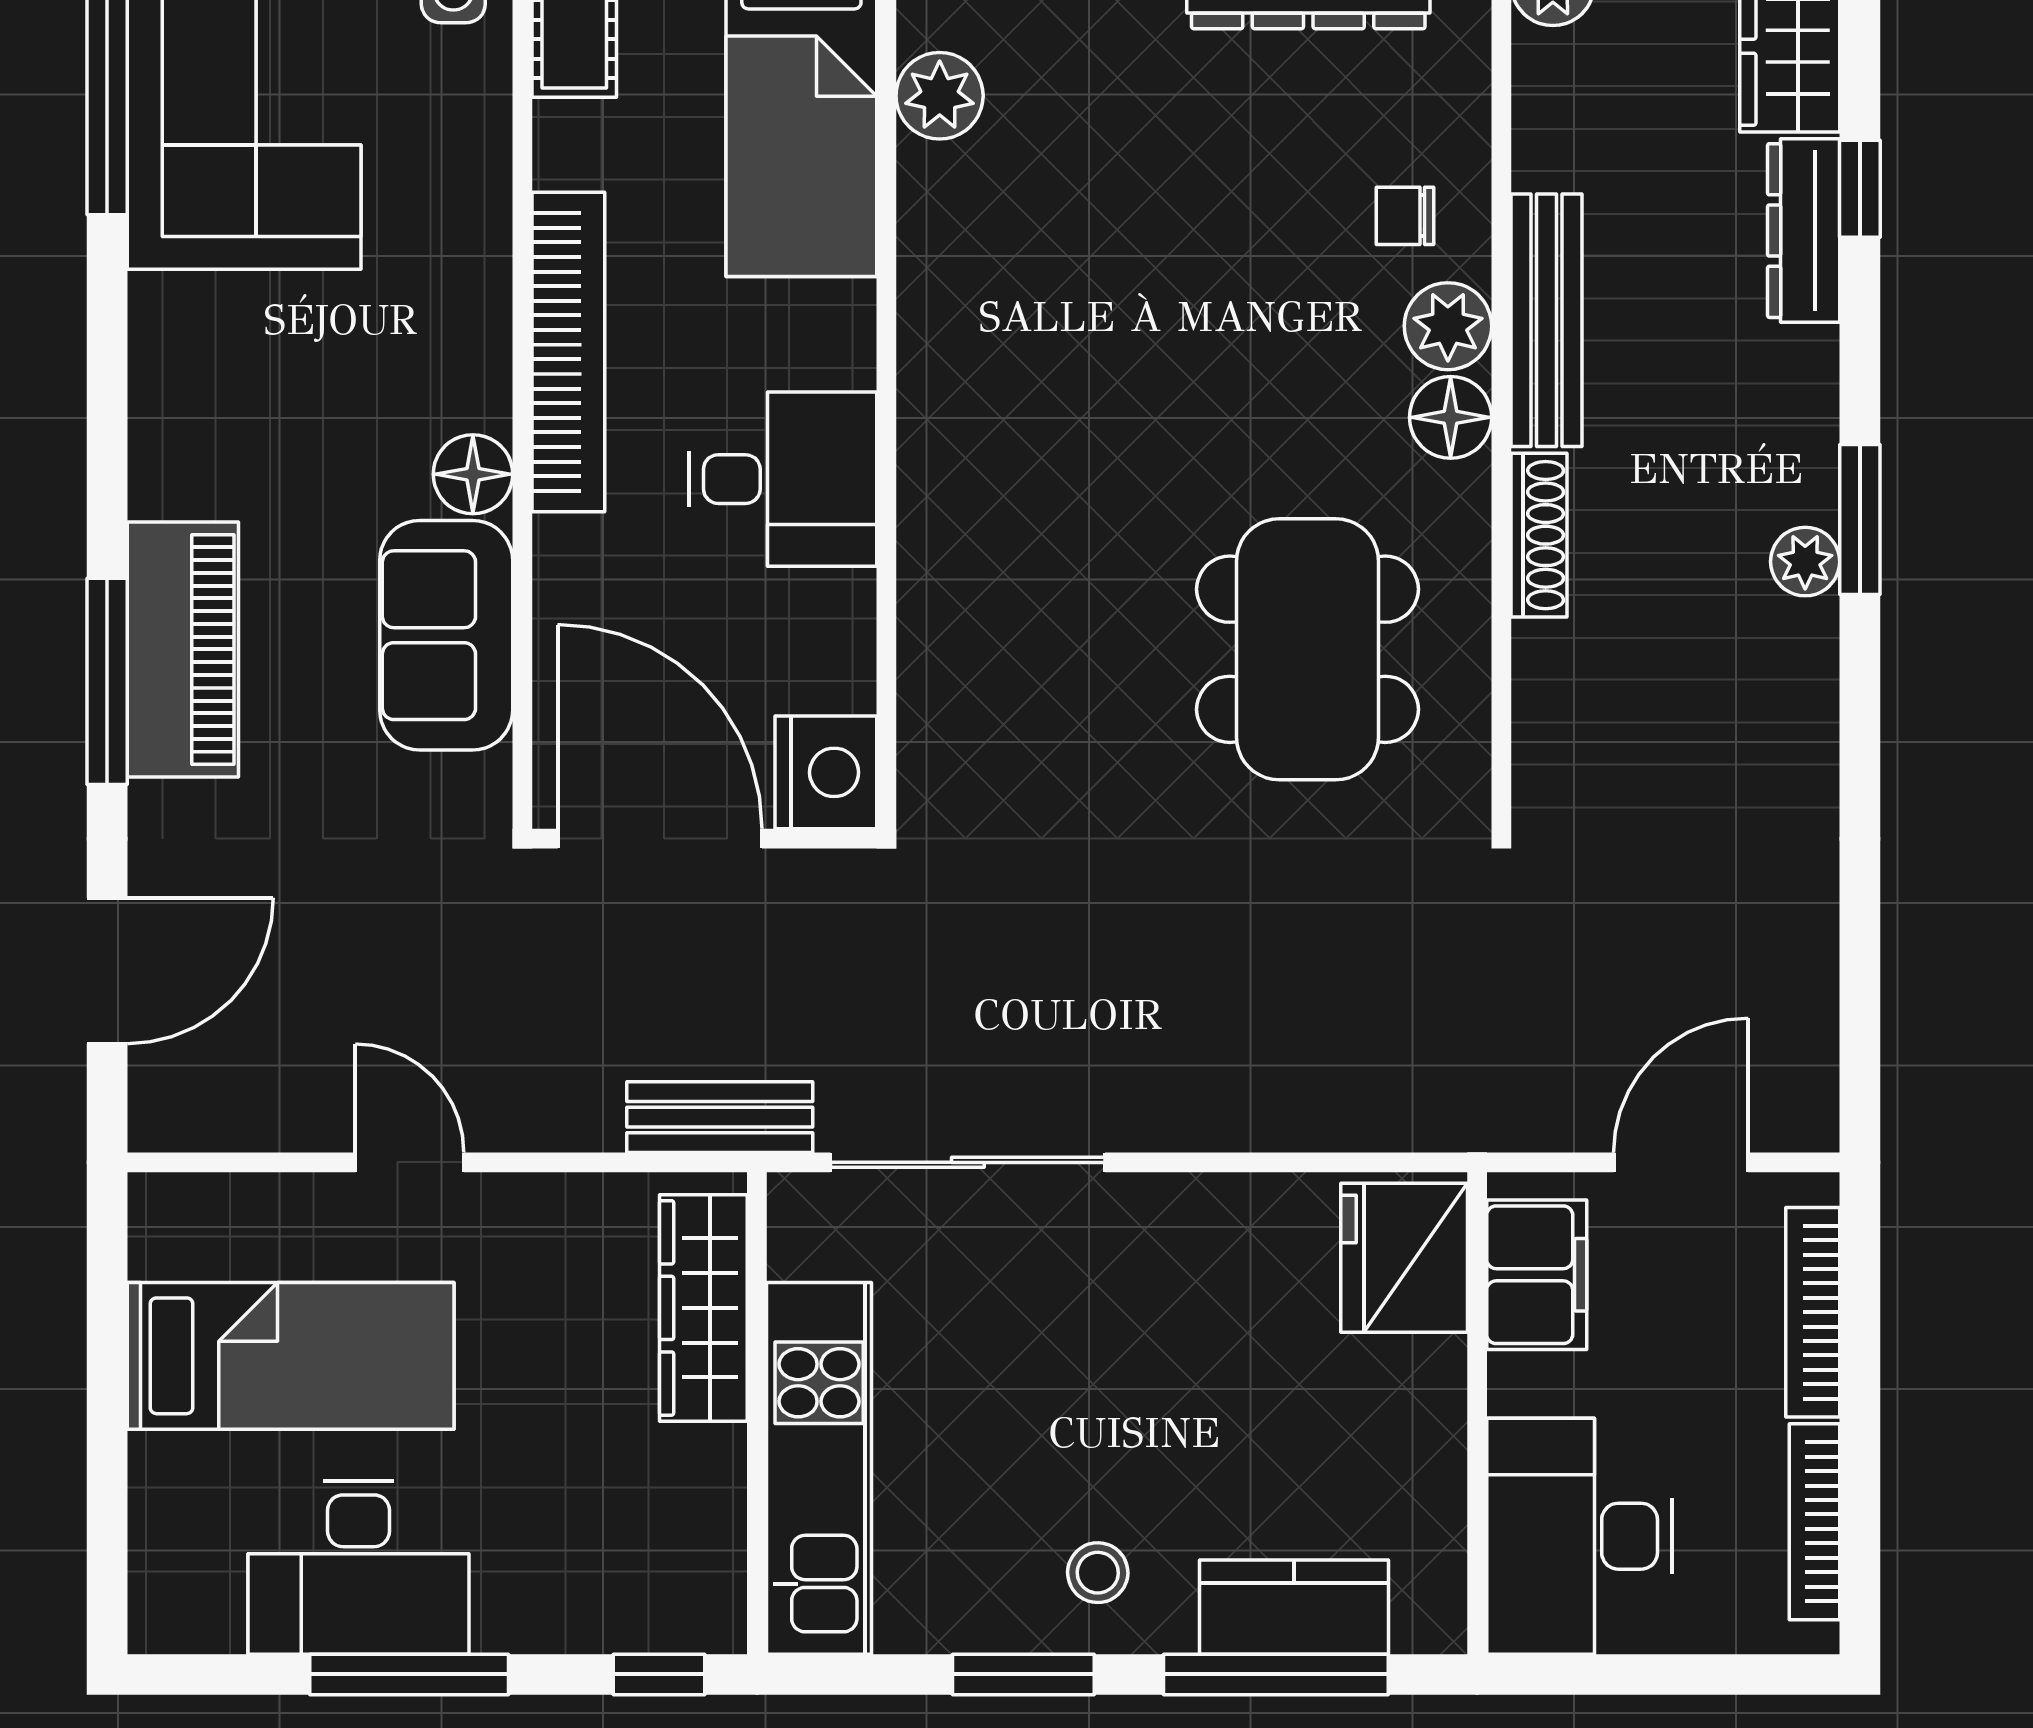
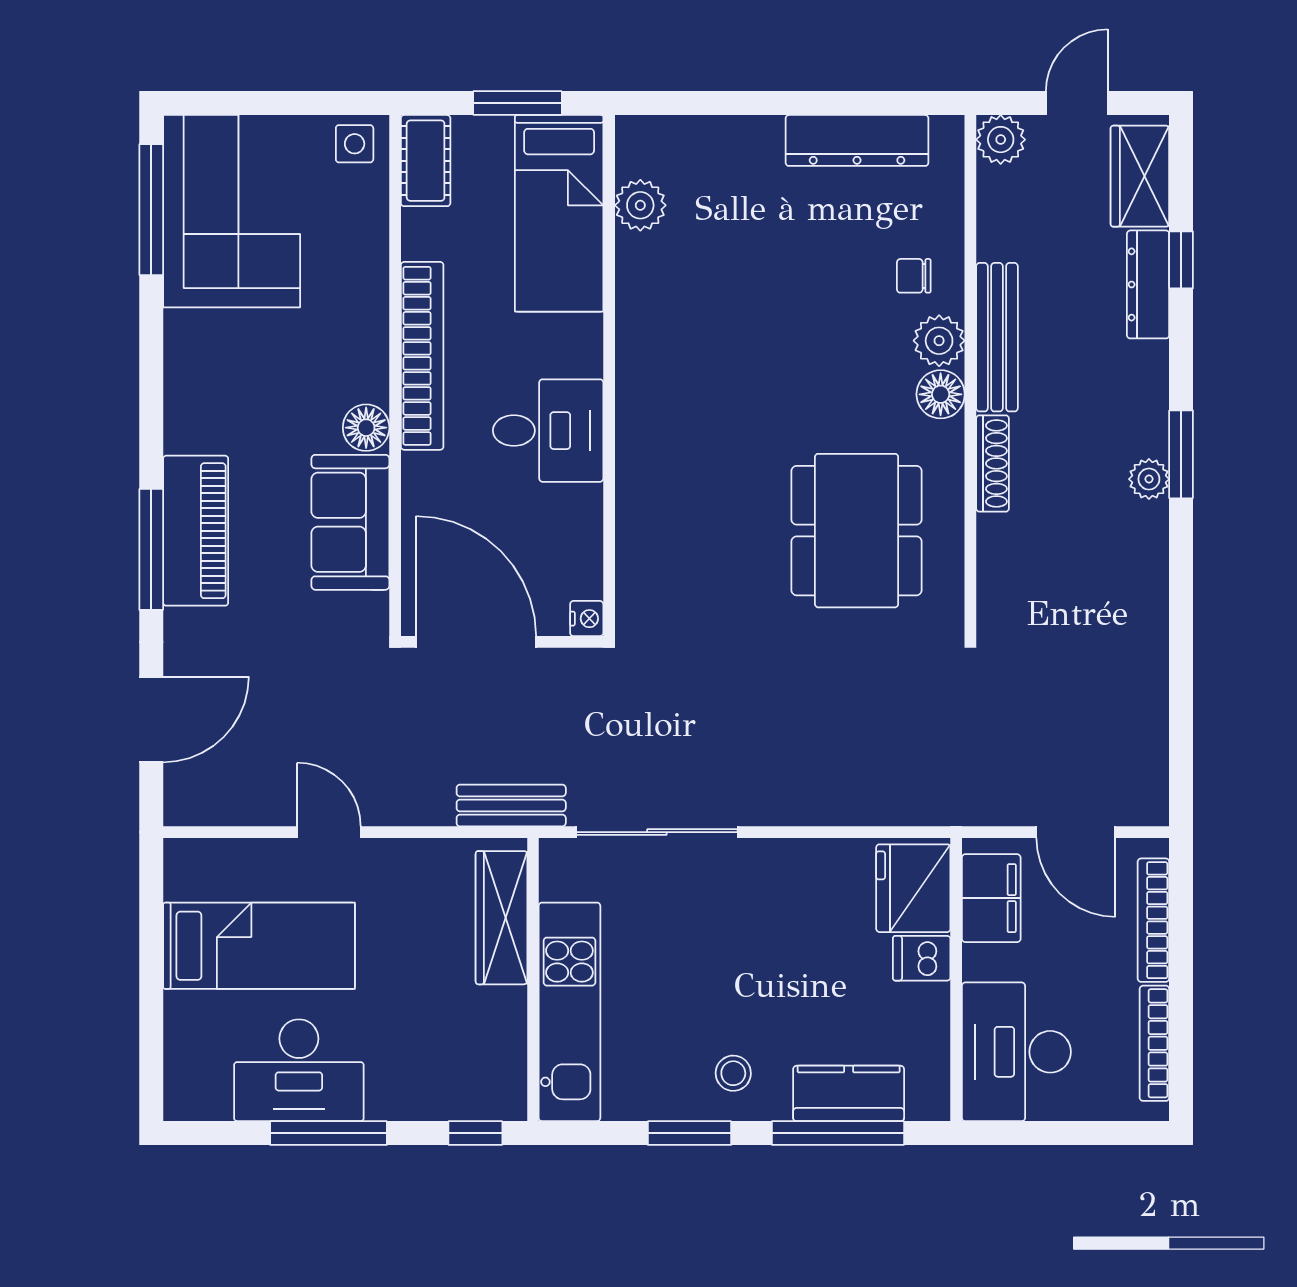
nightstand: (826, 772) -> (587, 619), width x0.53, depth x0.56
door: (1681, 1162) -> (1076, 832), swing flipped
dishwasher: (1418, 1377) -> (922, 958), added

